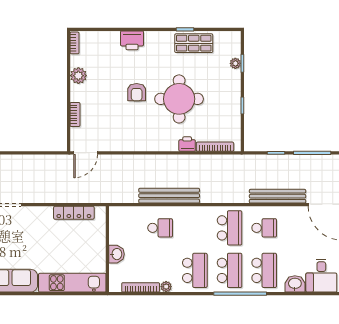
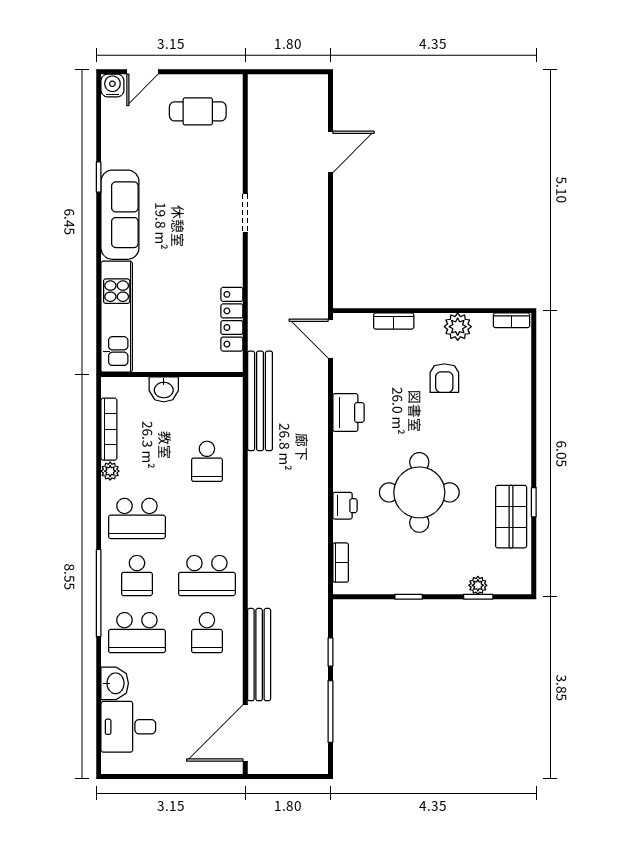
printer: (132, 40) -> (348, 412), moved, turned 180
armchair: (137, 92) -> (444, 378), moved, turned -90
bookcase: (215, 147) -> (341, 563), width x0.64
bench: (169, 196) -> (260, 401), moved
school desk: (229, 270) -> (137, 576), width x0.54

